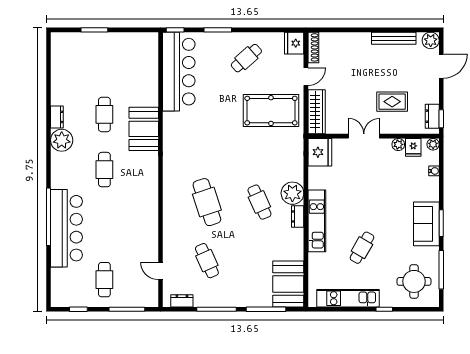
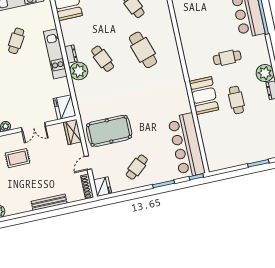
bench: (394, 38) -> (49, 202), moved
wardrobe: (317, 112) -> (73, 132), width x0.67
cafe table: (104, 170) -> (227, 58), turned 90

